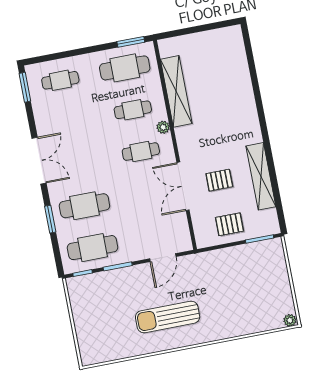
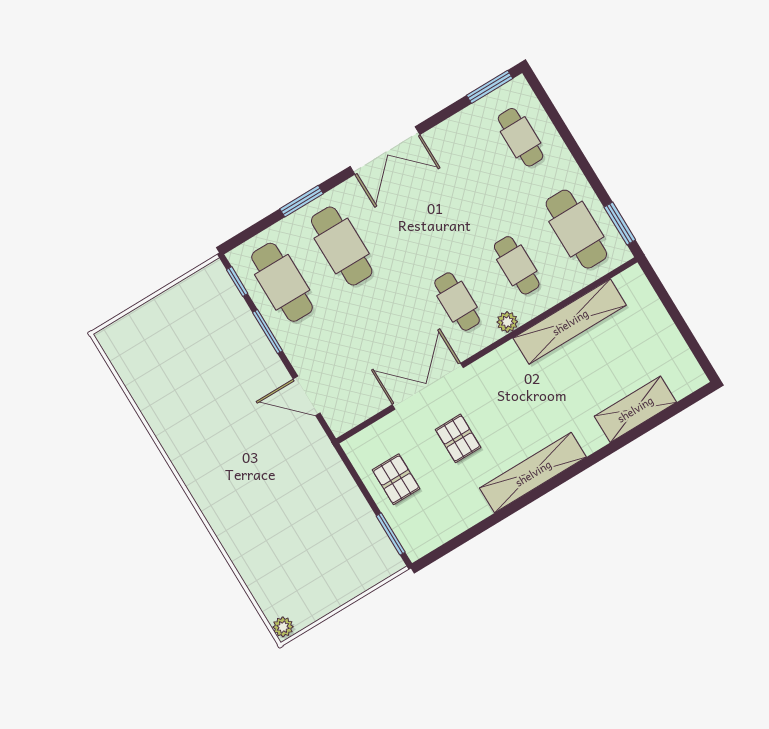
shelving: (240, 72) -> (635, 409), added
shelving: (261, 176) -> (533, 473), moved
sun lounger: (168, 317) -> (218, 437), removed

